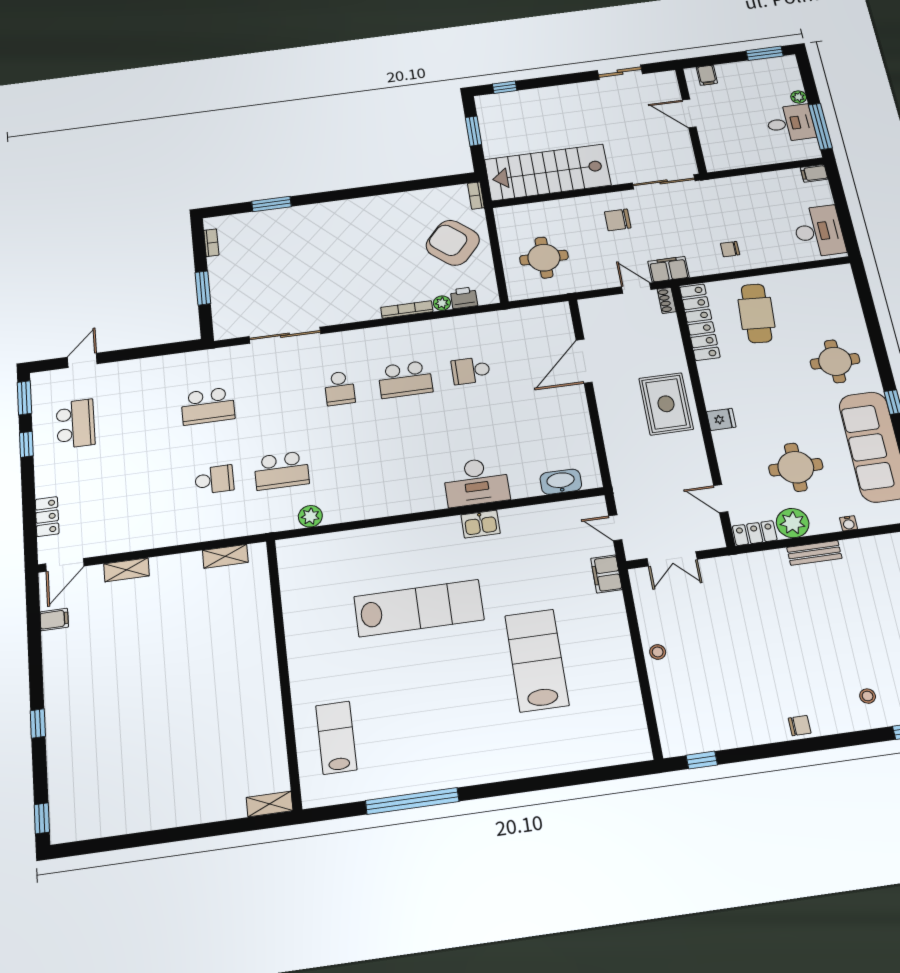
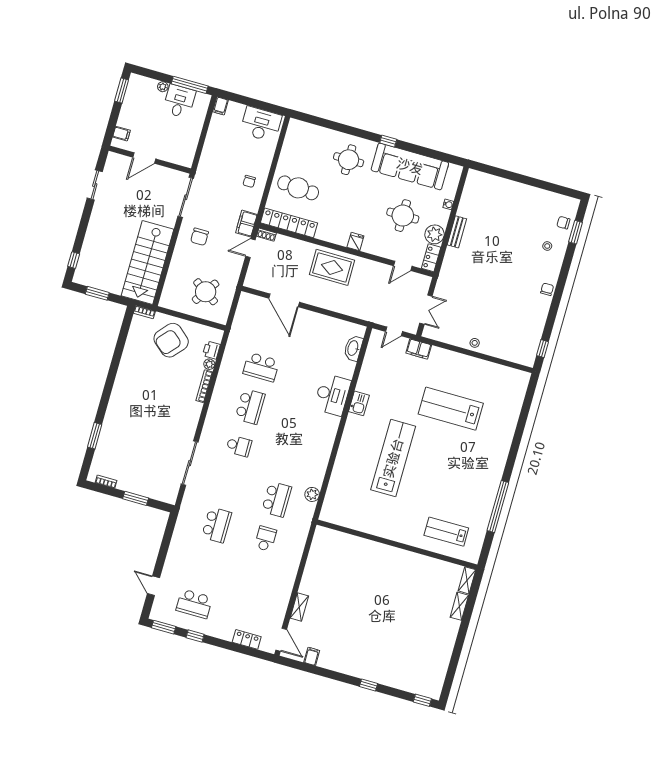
round table: (544, 258) -> (206, 292), turned 34
school desk: (471, 371) -> (261, 367), width x1.85
school desk: (76, 424) -> (194, 604), turned 180
shelving: (225, 556) -> (459, 606), moved

